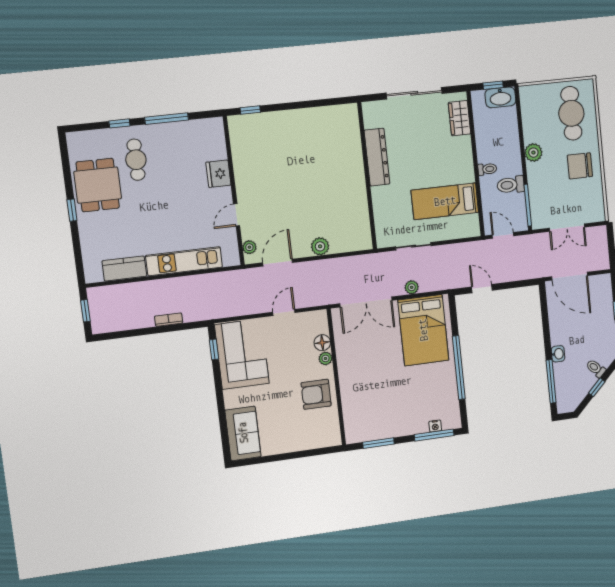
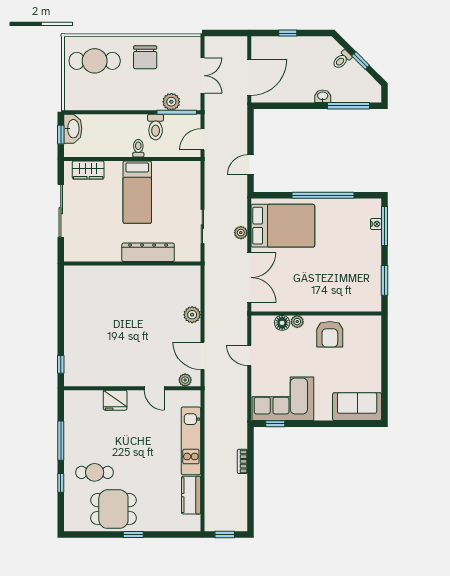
plant: (533, 153) -> (171, 102), moved
dresser: (377, 157) -> (148, 252), moved
bed: (445, 201) -> (137, 192), moved

